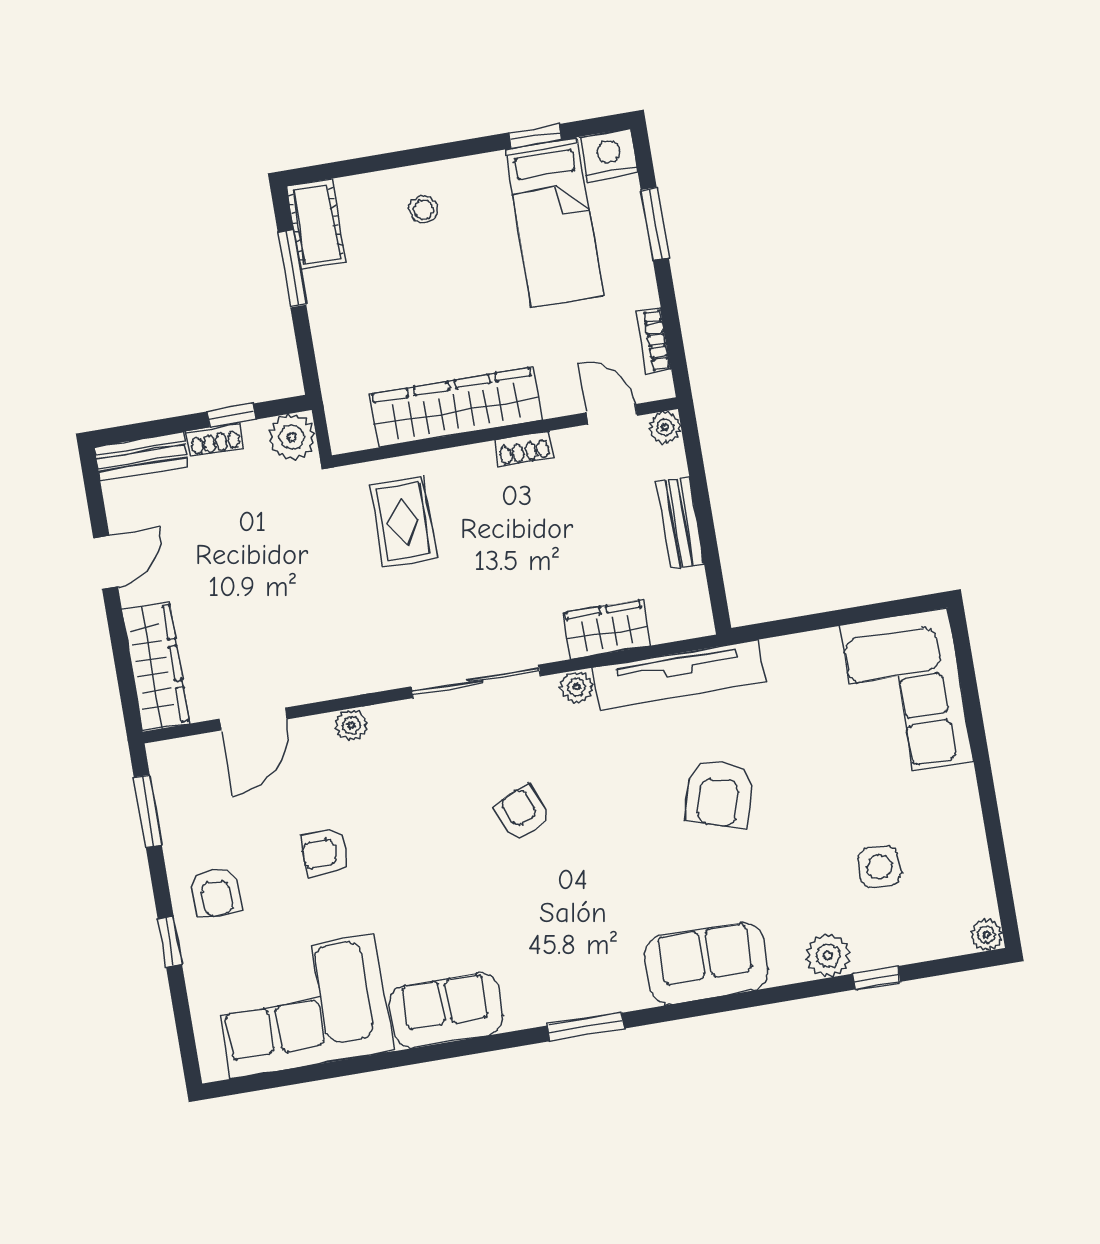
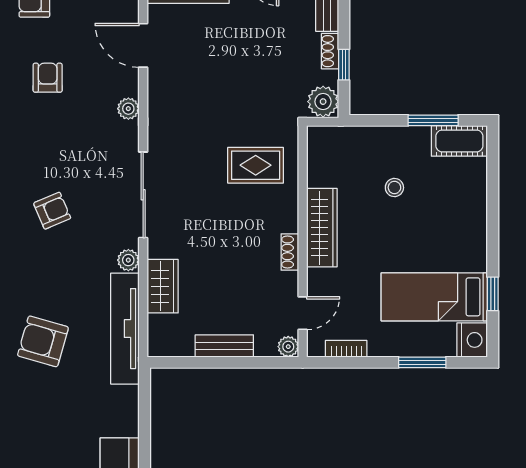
stool: (424, 210) -> (394, 187), moved
wardrobe: (456, 407) -> (322, 228), width x0.71, depth x0.85

